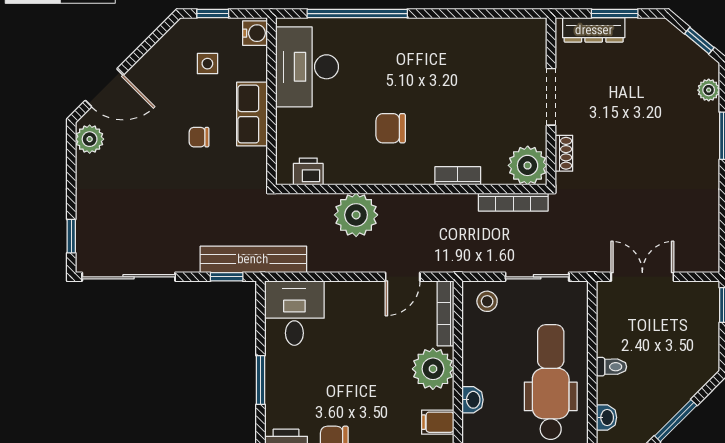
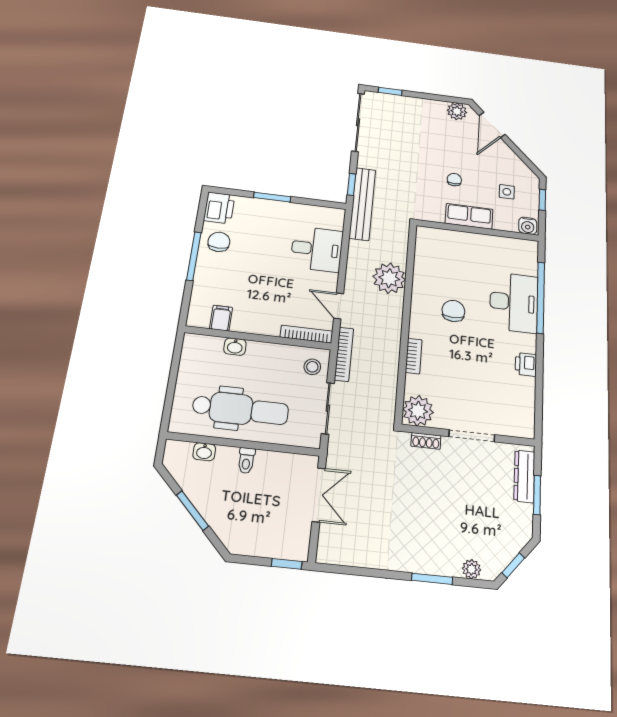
desk: (307, 67) -> (514, 302), moved, turned 90
printer: (308, 171) -> (526, 364), moved, turned 180
bookcase: (513, 202) -> (344, 354), moved, turned 180
desk: (294, 313) -> (317, 249), moved
plant: (433, 369) -> (264, 320), removed

